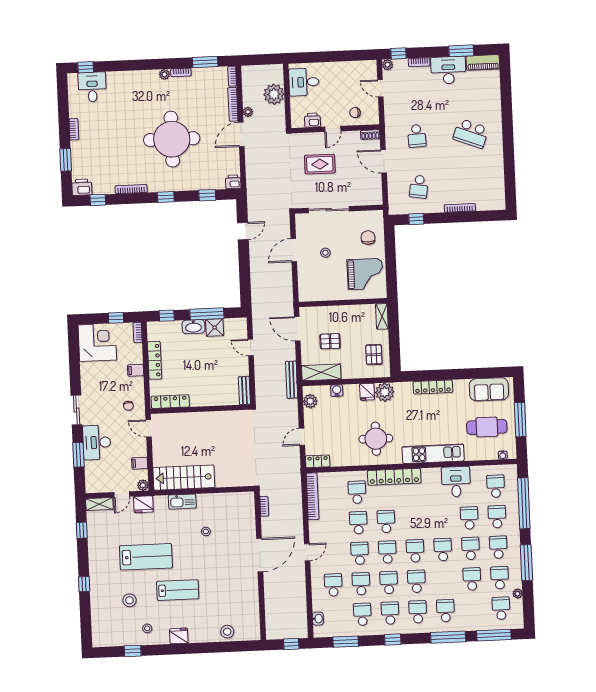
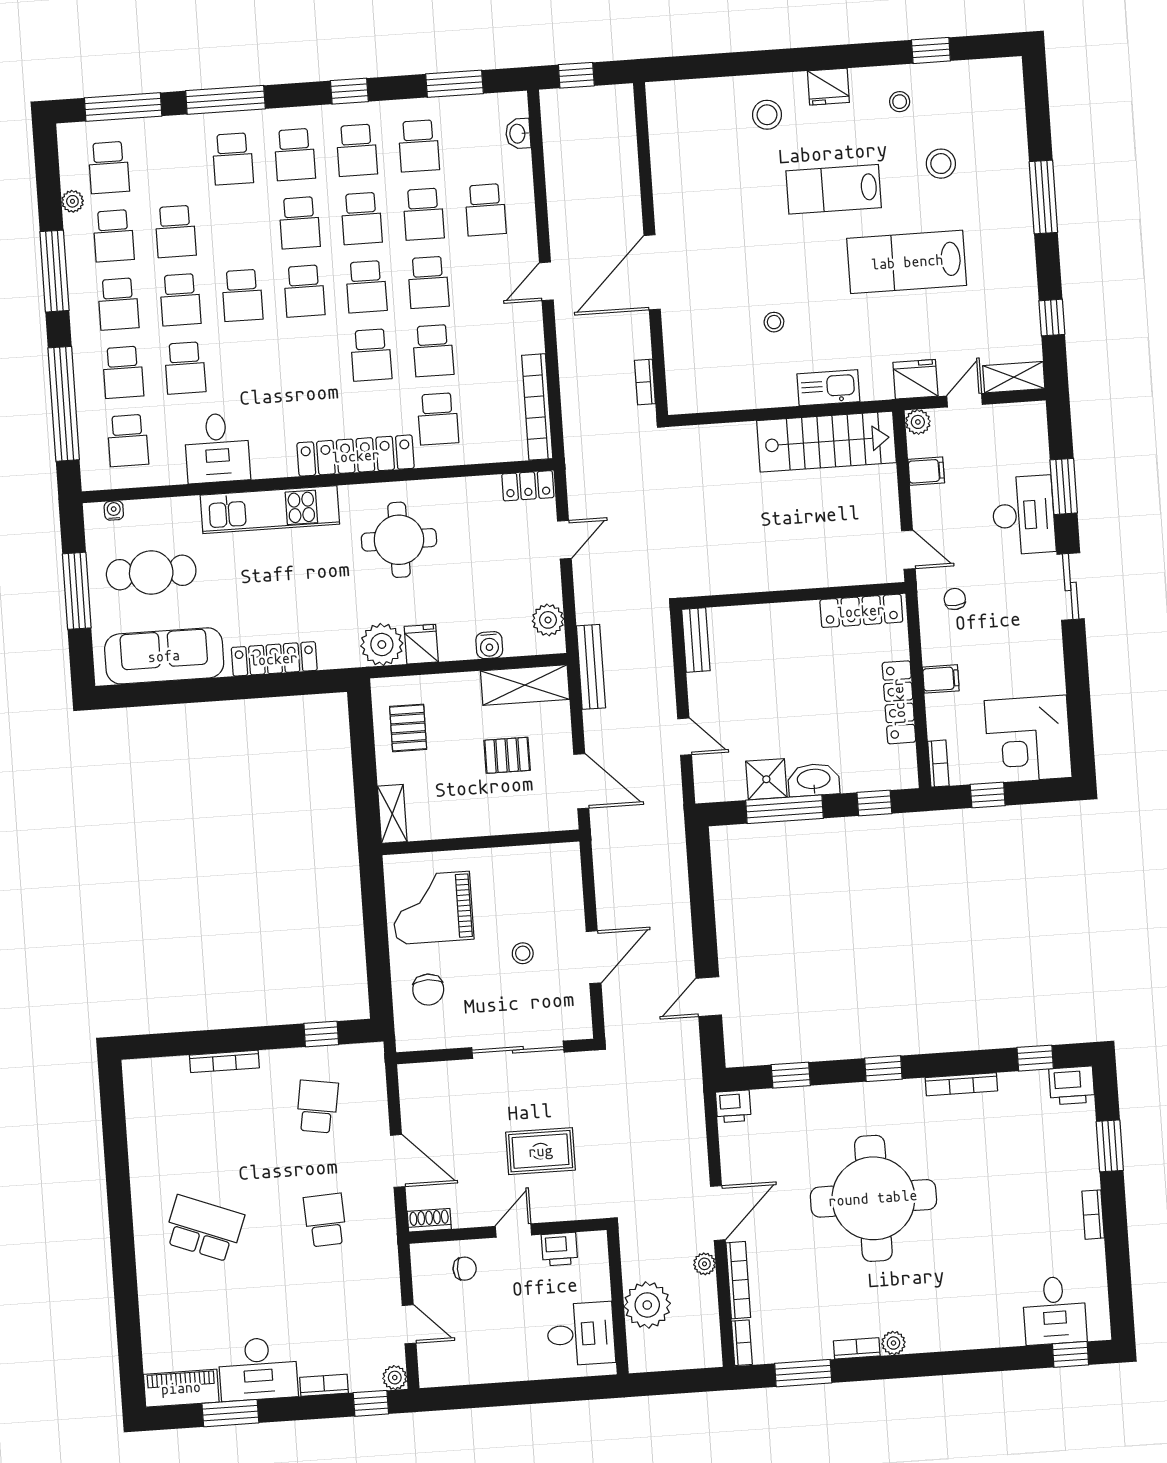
sofa: (489, 389) -> (164, 656), width x1.36
window: (84, 584) -> (1043, 197), width x2.17
stool: (227, 632) -> (767, 115), moved

